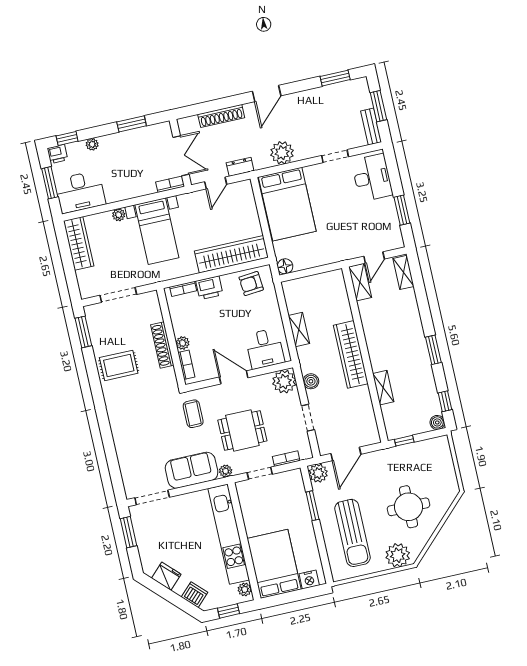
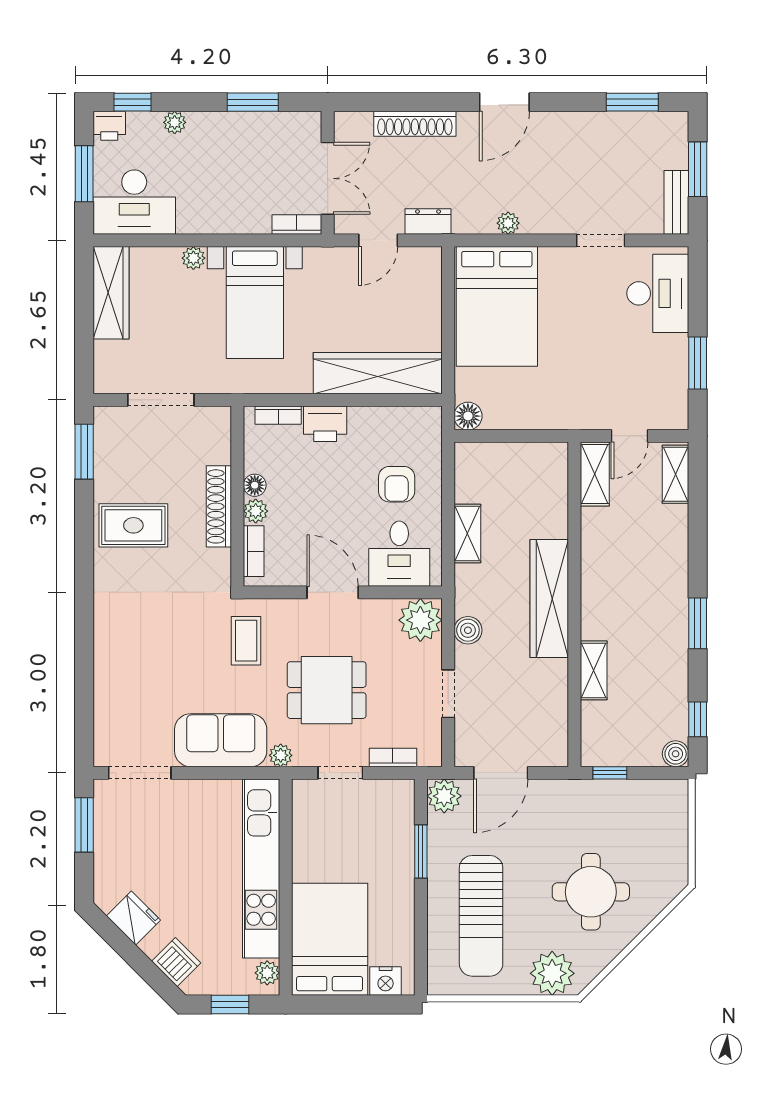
plant: (282, 153) -> (508, 223), width x0.53, depth x0.53
armchair: (251, 283) -> (397, 484), moved, turned -85
floor lamp: (179, 329) -> (255, 485), added

